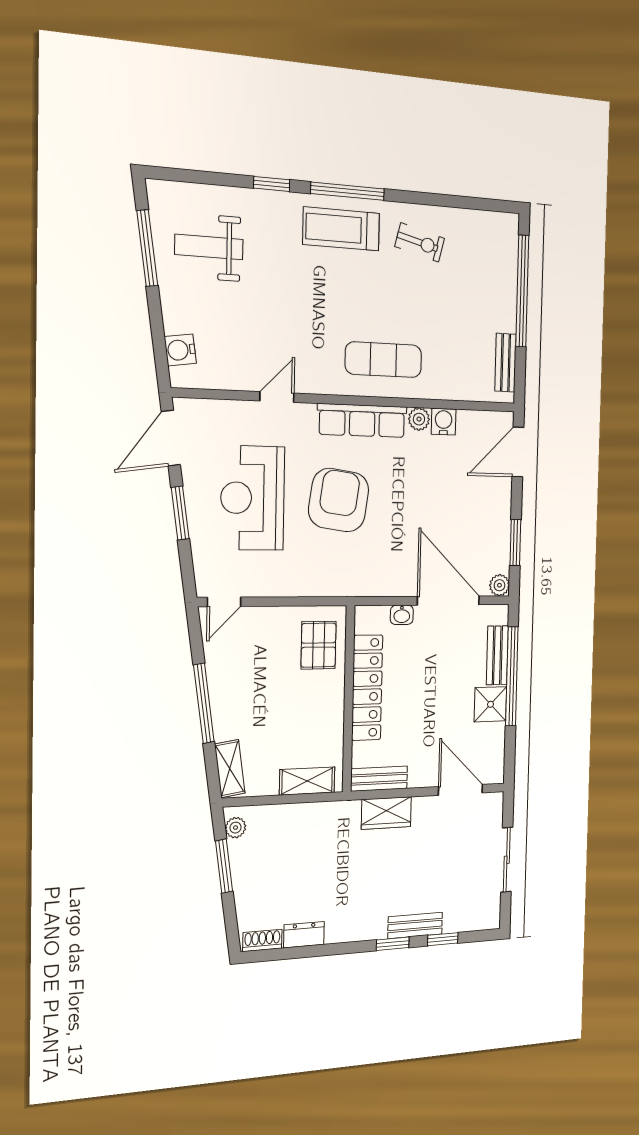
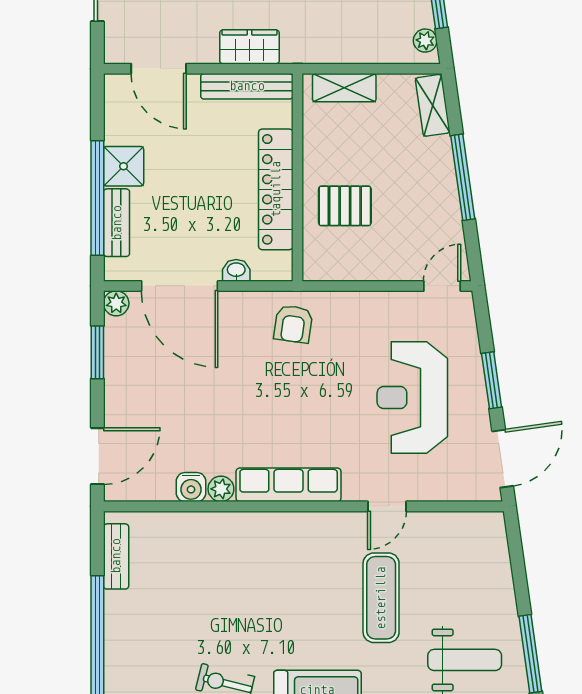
water cooler: (180, 350) -> (494, 551), removed
exercise mat: (383, 360) -> (381, 598), moved, turned 90
reception desk: (253, 498) -> (412, 398), turned 180
armchair: (339, 500) -> (293, 324), moved, width x0.53, depth x0.53
pallet: (319, 645) -> (345, 206), moved, turned 90
bench: (379, 779) -> (247, 86), width x1.36

